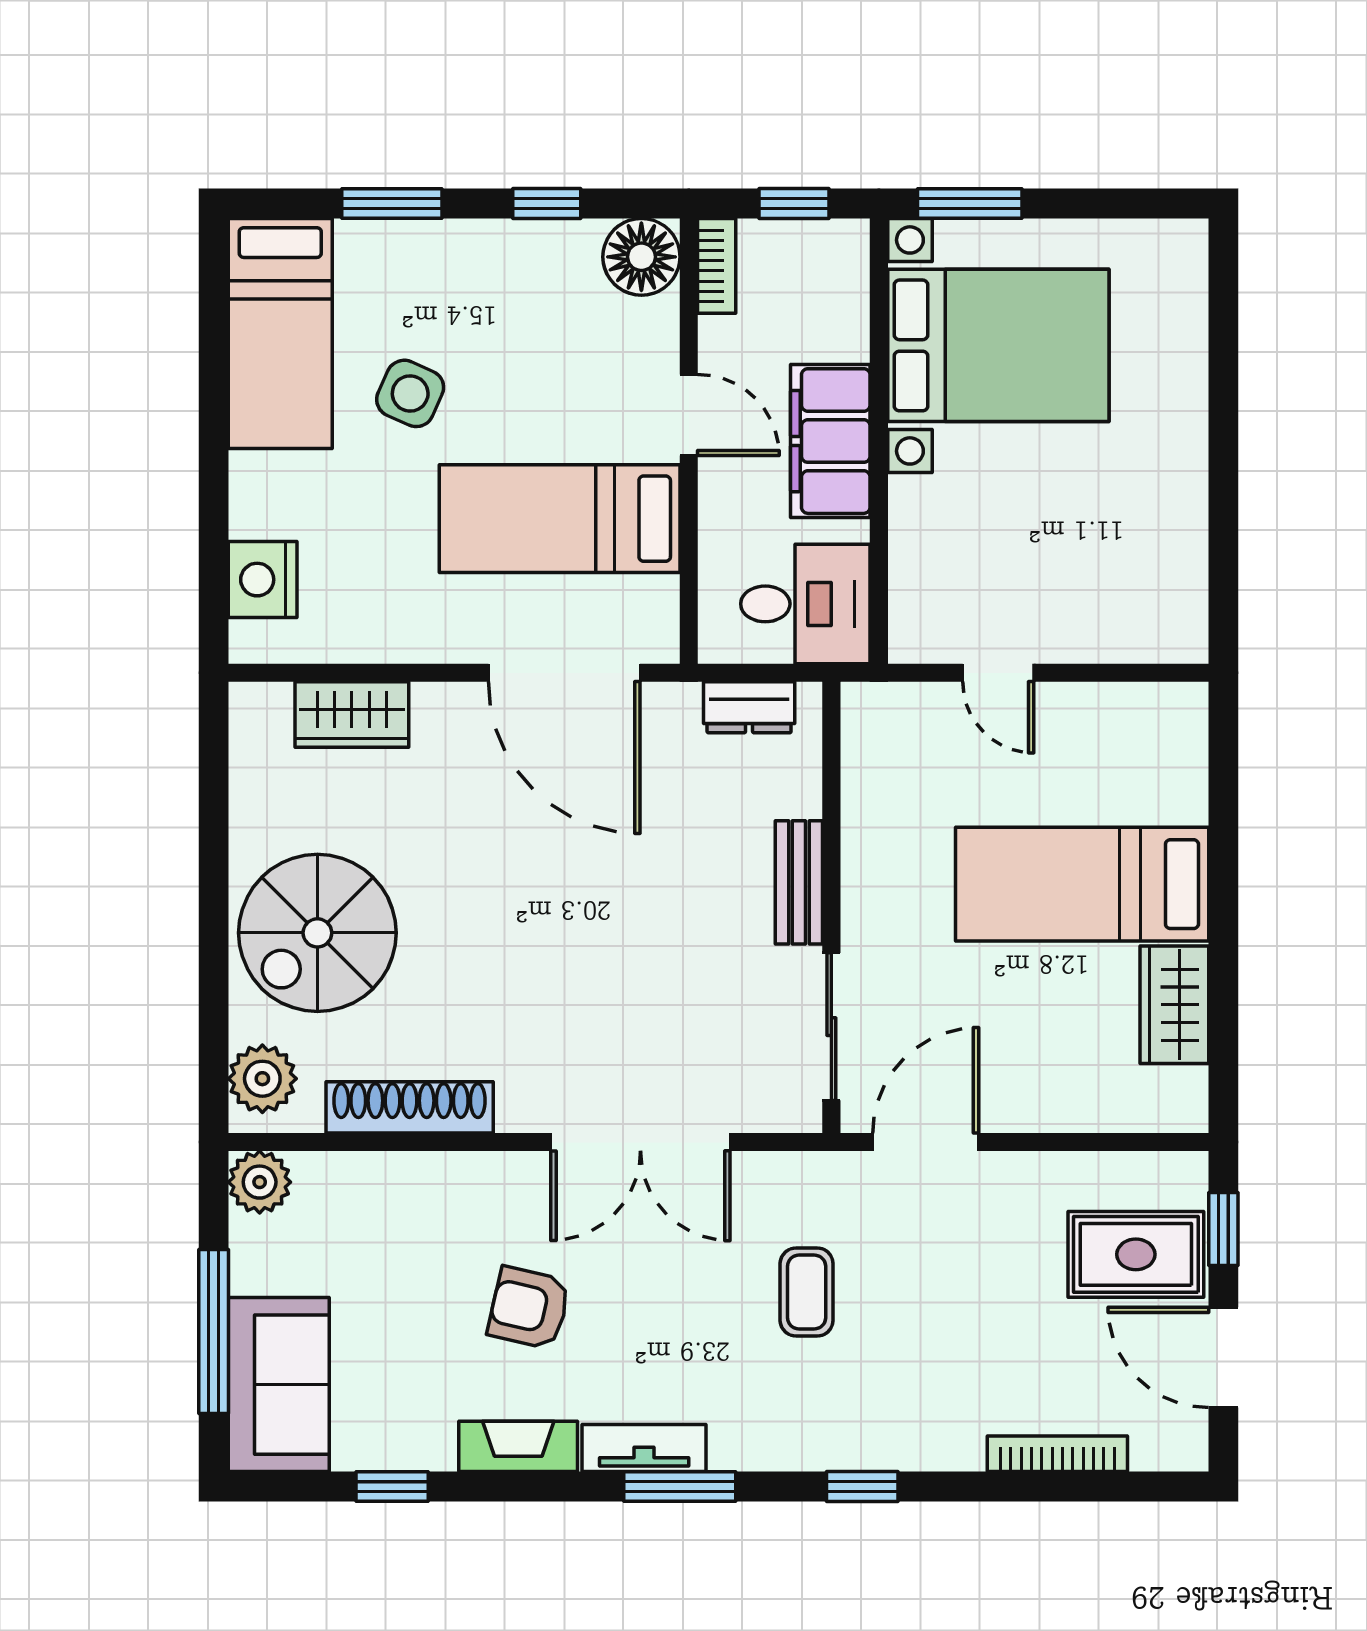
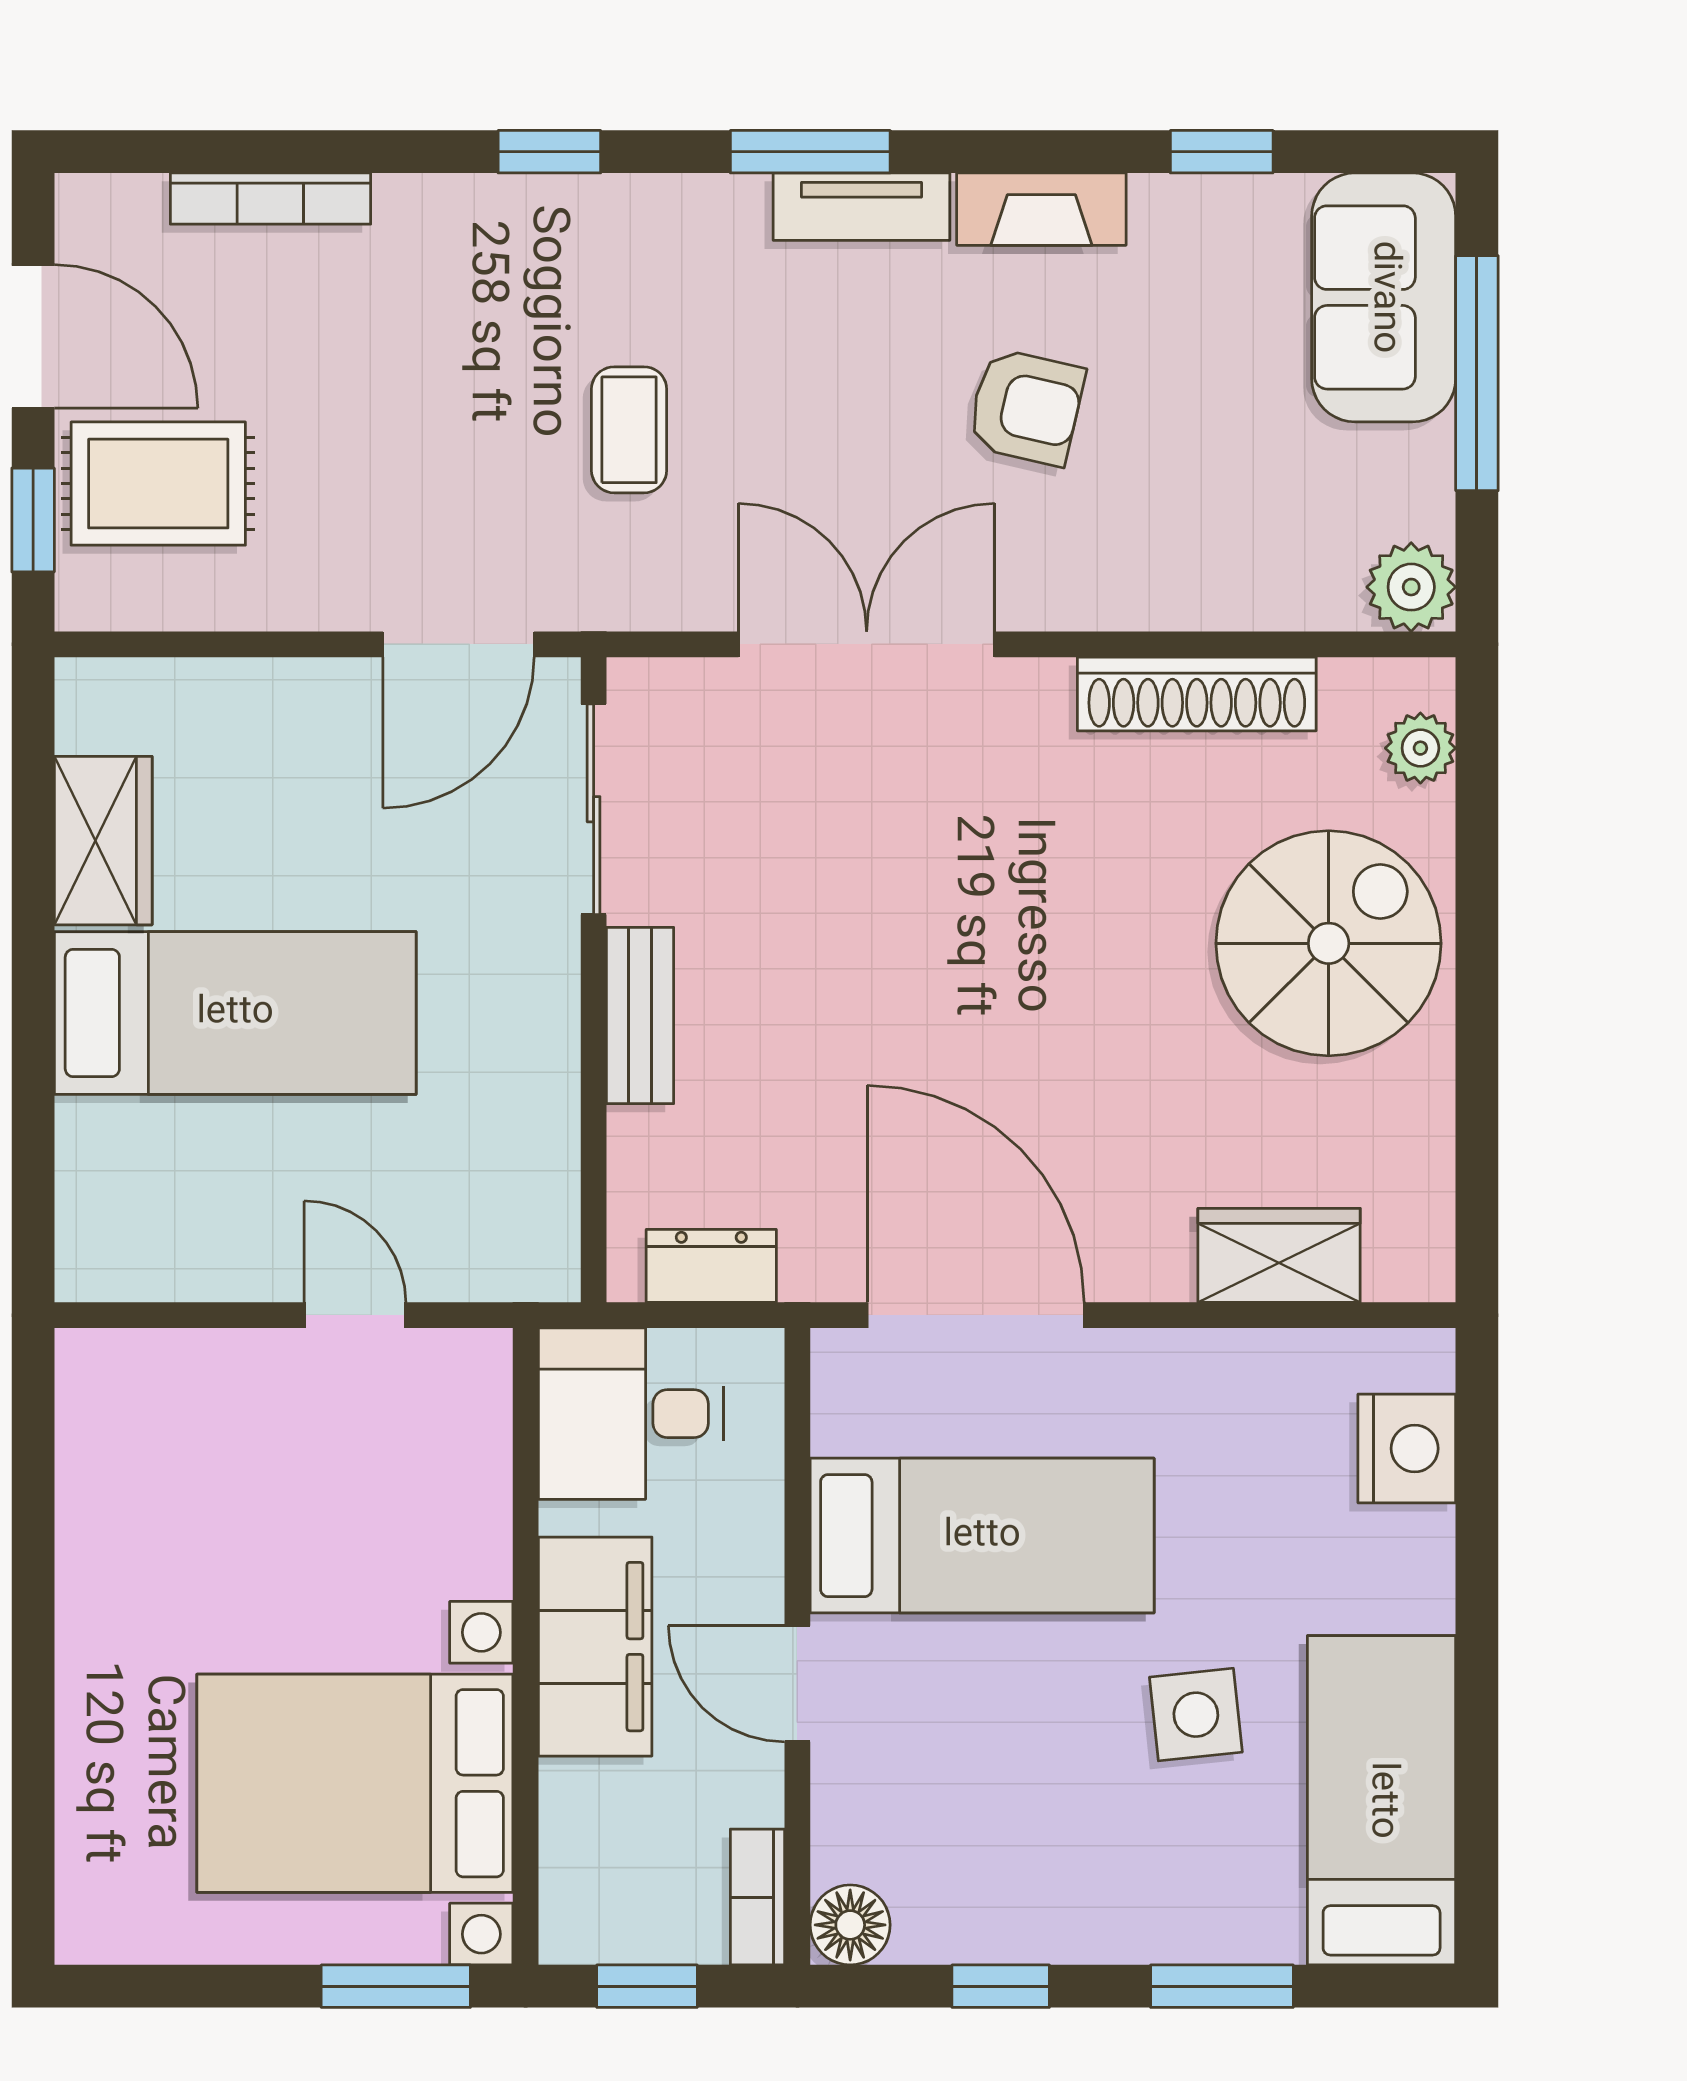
floor lamp: (641, 257) -> (850, 1925), width x0.73, depth x0.73
side table: (410, 393) -> (1196, 1715), turned -30
plant: (262, 1079) -> (1420, 748), width x0.73, depth x0.73

